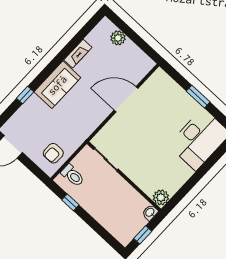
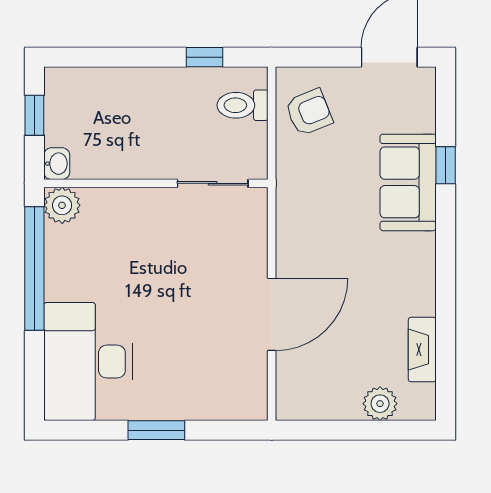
fireplace: (78, 54) -> (422, 350), moved
sofa: (57, 85) -> (408, 182), moved
armchair: (53, 153) -> (309, 112), turned 68
window: (189, 185) -> (34, 269), added

